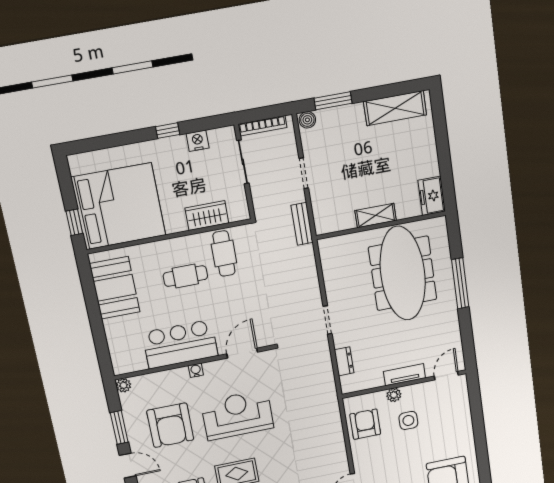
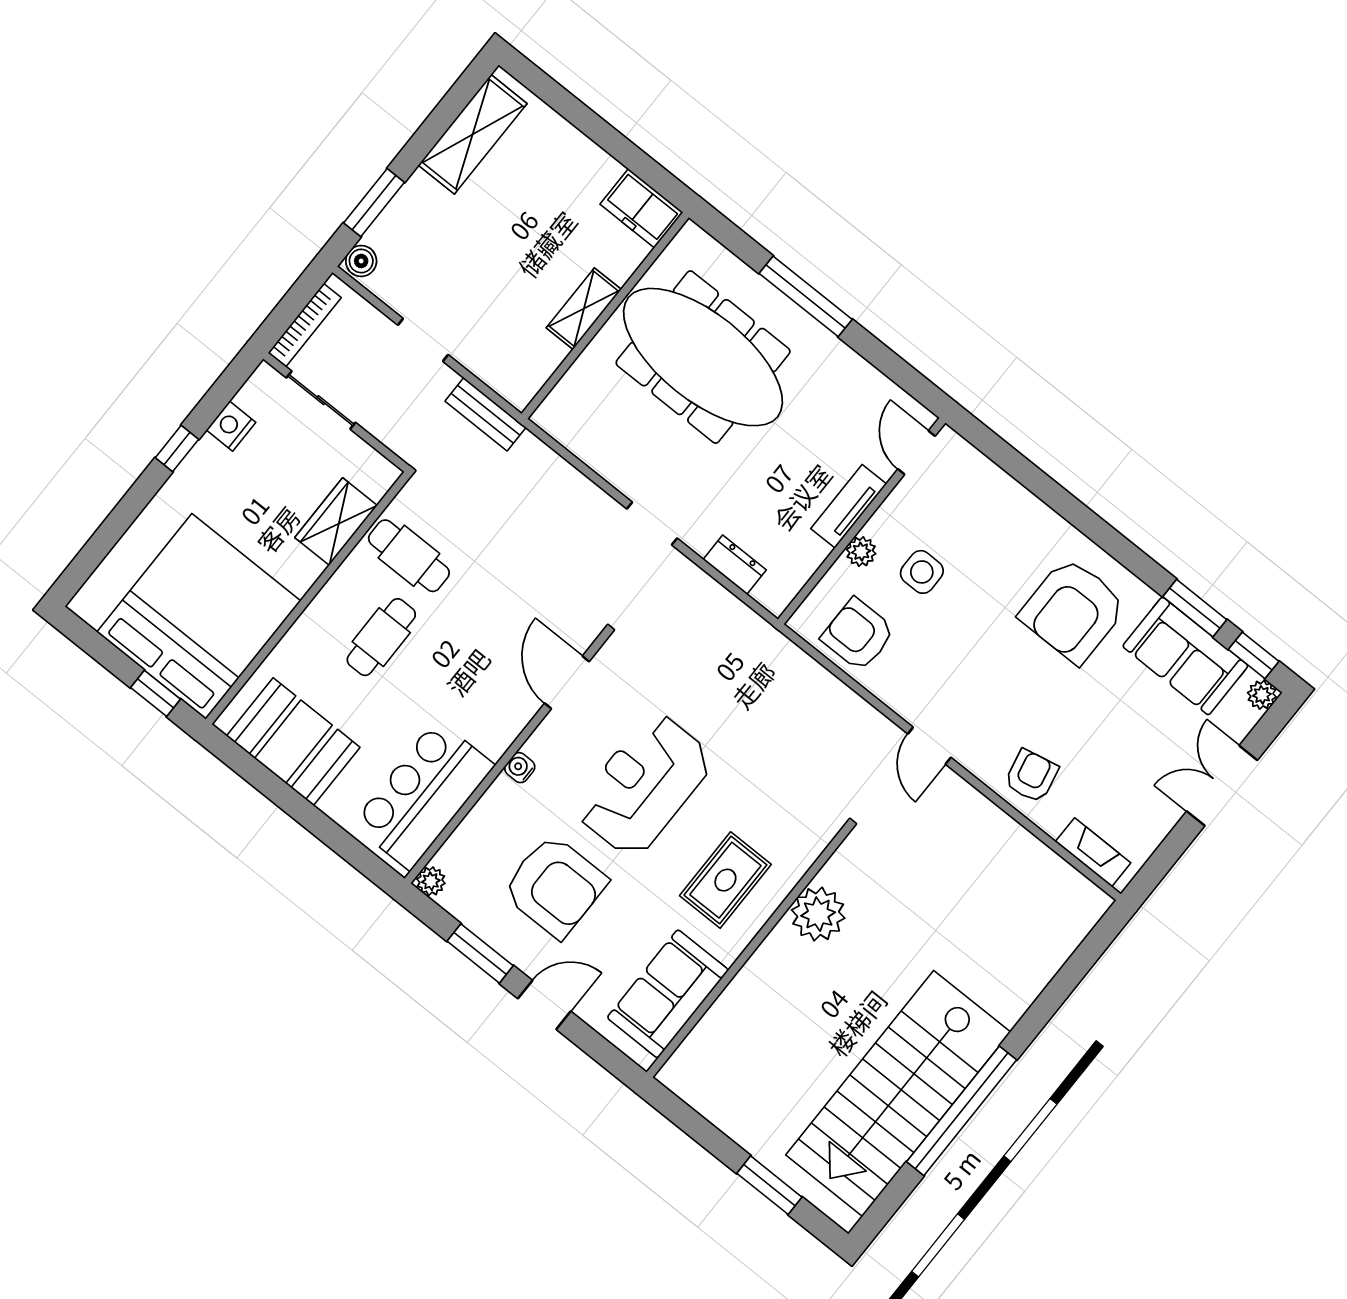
bar counter: (180, 344) -> (423, 795), moved

